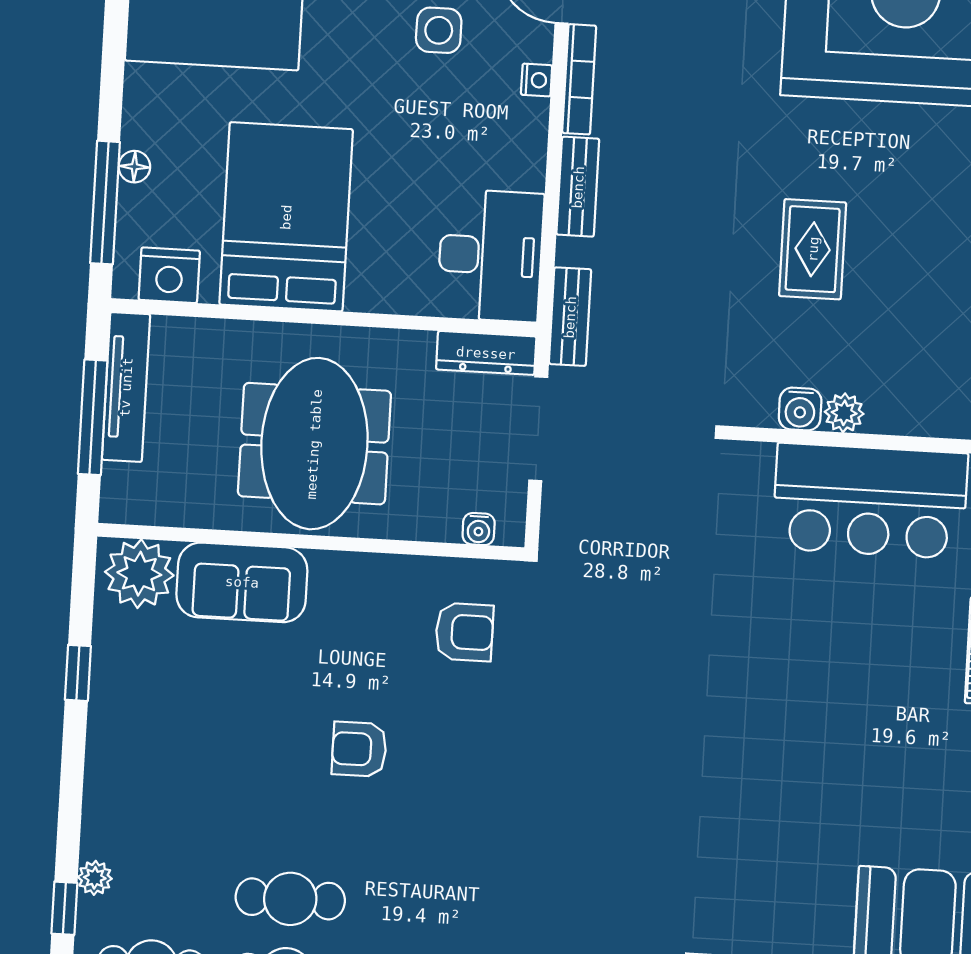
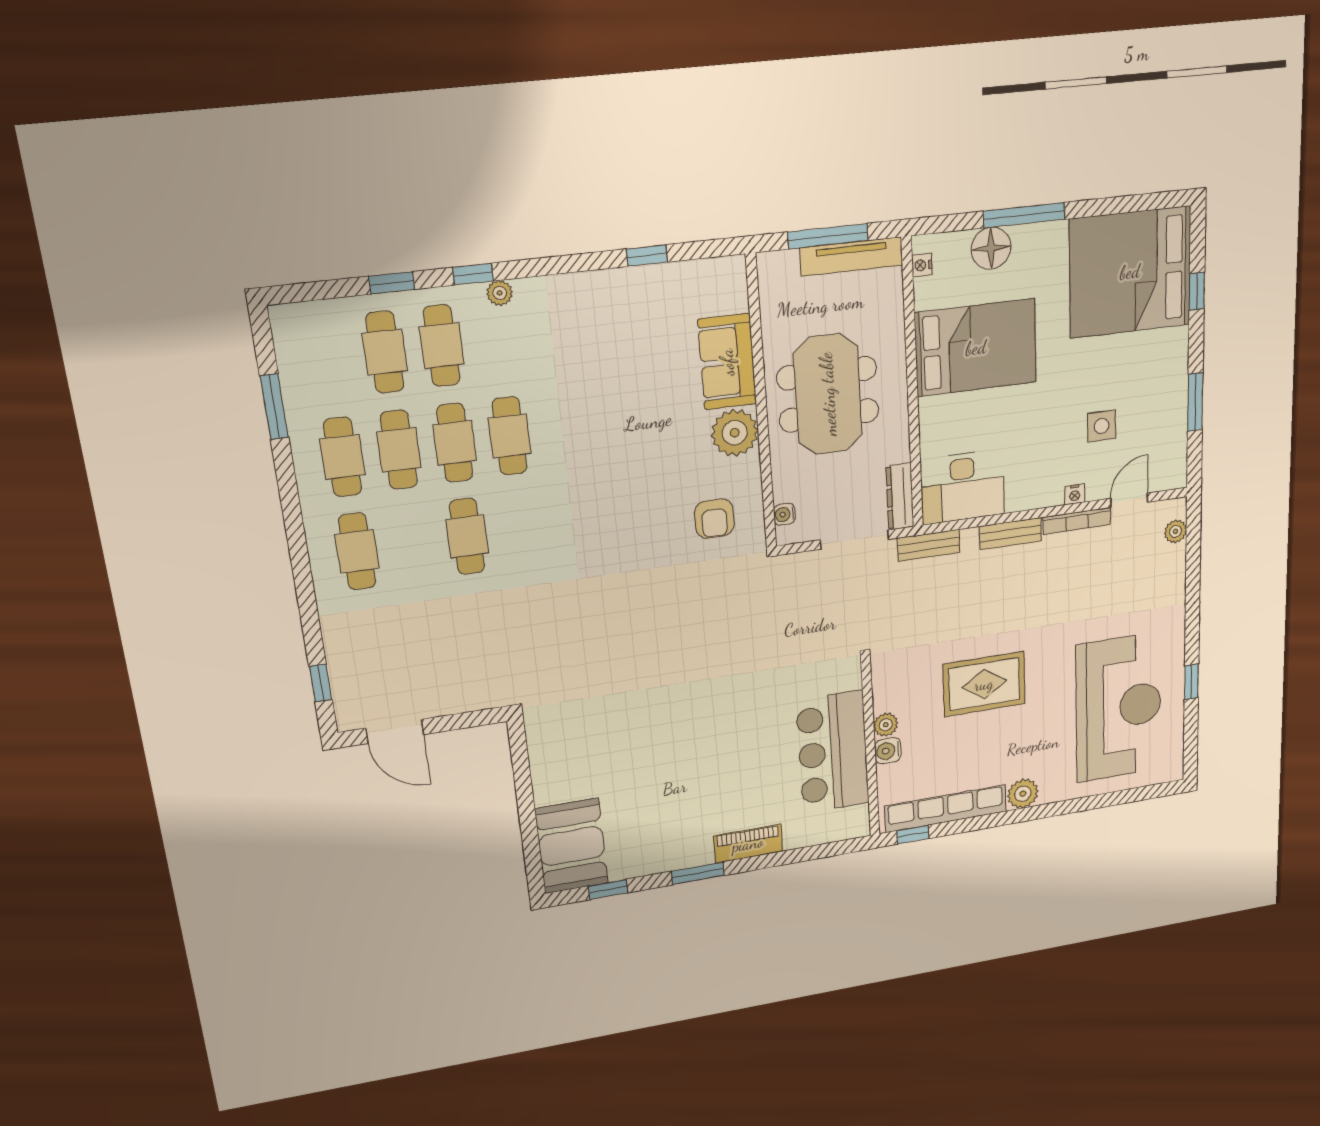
floor lamp: (134, 167) -> (991, 248), width x1.89, depth x1.89
window: (105, 203) -> (1024, 215), moved
rug: (813, 249) -> (984, 684), width x1.36, depth x1.43
nightstand: (169, 275) -> (922, 265), width x0.53, depth x0.56
water cooler: (800, 409) -> (888, 751), moved
meeting table: (314, 444) -> (828, 394), turned 90
plant: (139, 574) -> (735, 433), moved
armchair: (359, 749) -> (624, 464), removed

